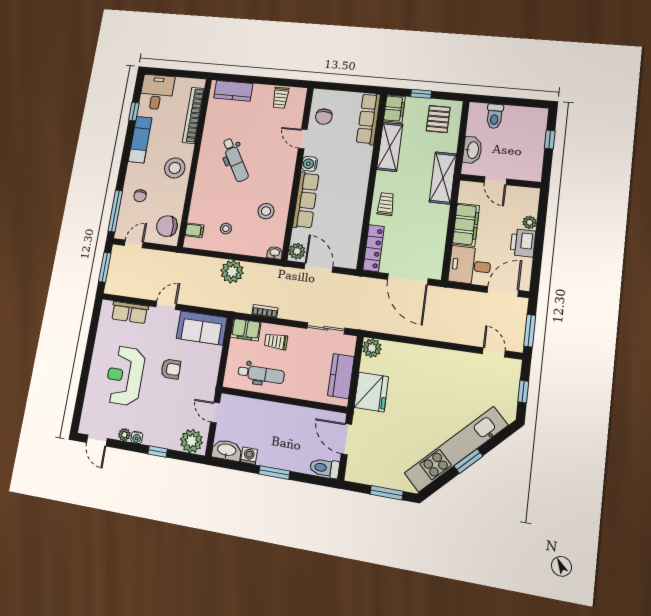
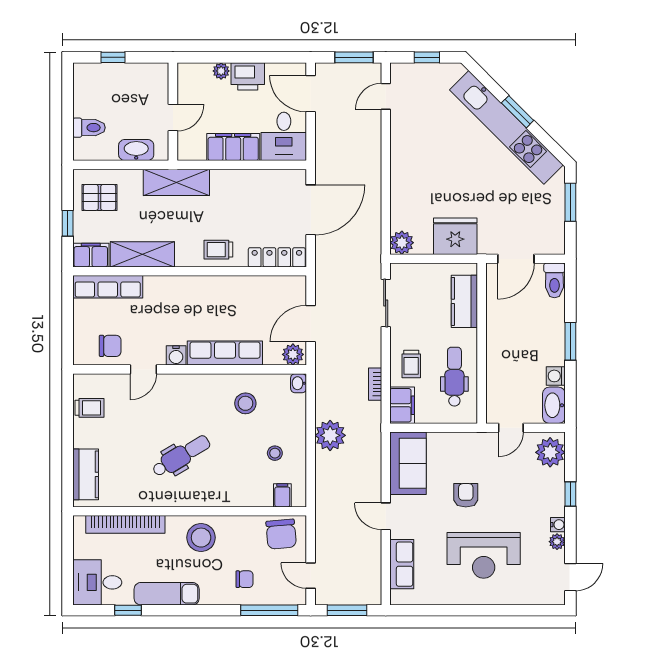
kitchen counter: (341, 376) -> (464, 301), moved, turned 90

